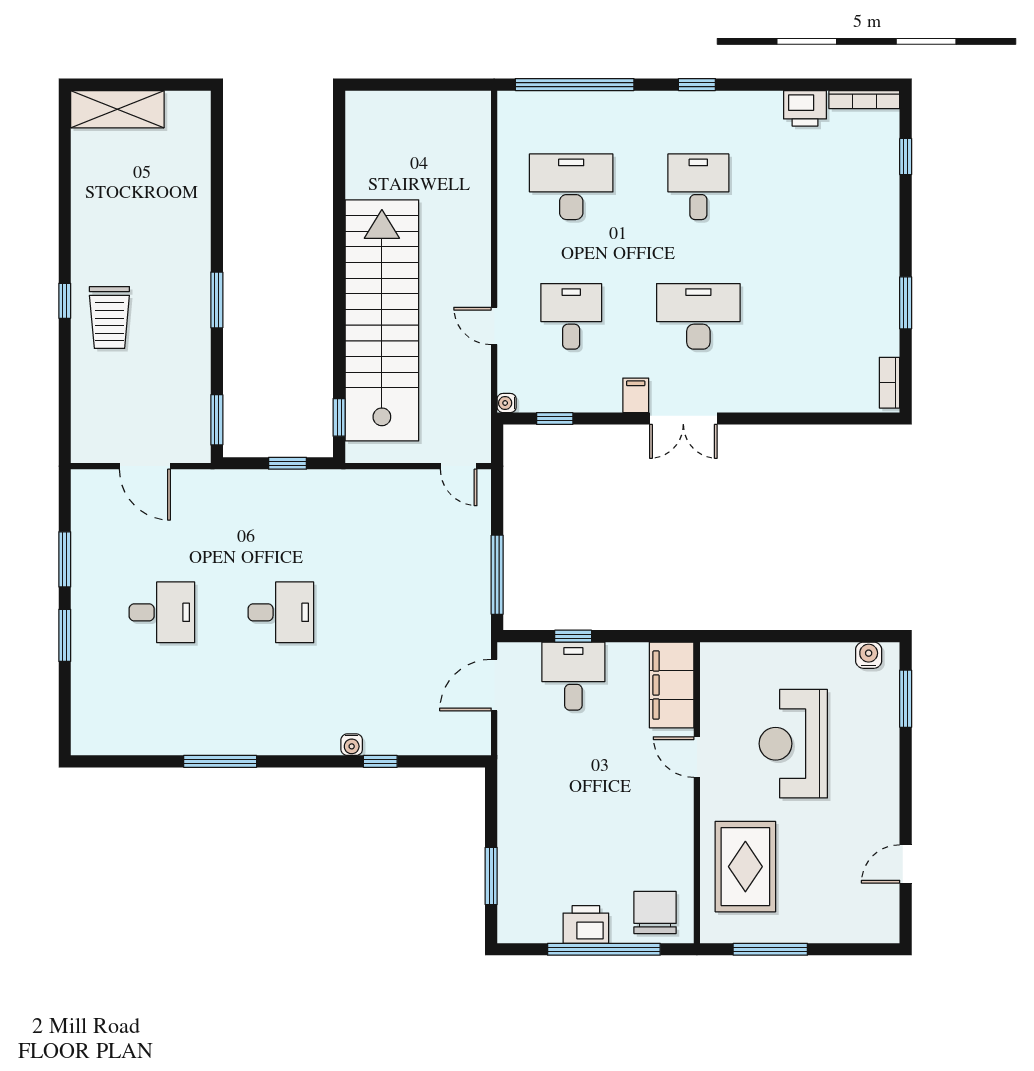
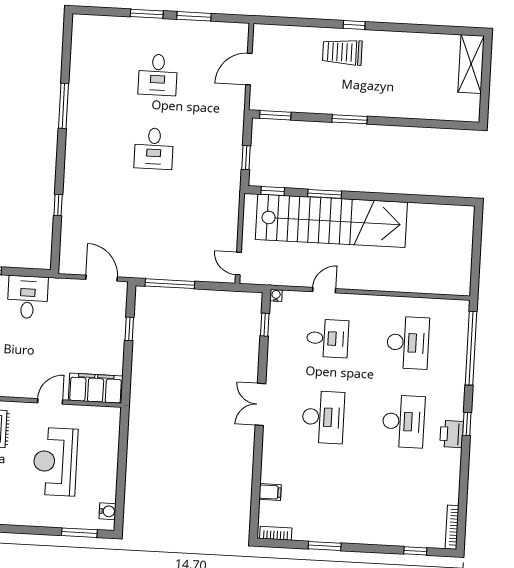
printer: (805, 108) -> (452, 434), moved
desk: (698, 187) -> (404, 421), width x1.37
window: (339, 334) -> (325, 194), added
filing cabinet: (636, 395) -> (270, 492), moved
door: (459, 466) -> (238, 264), hinge flipped
desk: (573, 676) -> (28, 297), moved, turned -90
reception desk: (793, 744) -> (55, 462), turned -90
water cooler: (352, 745) -> (69, 188), removed

